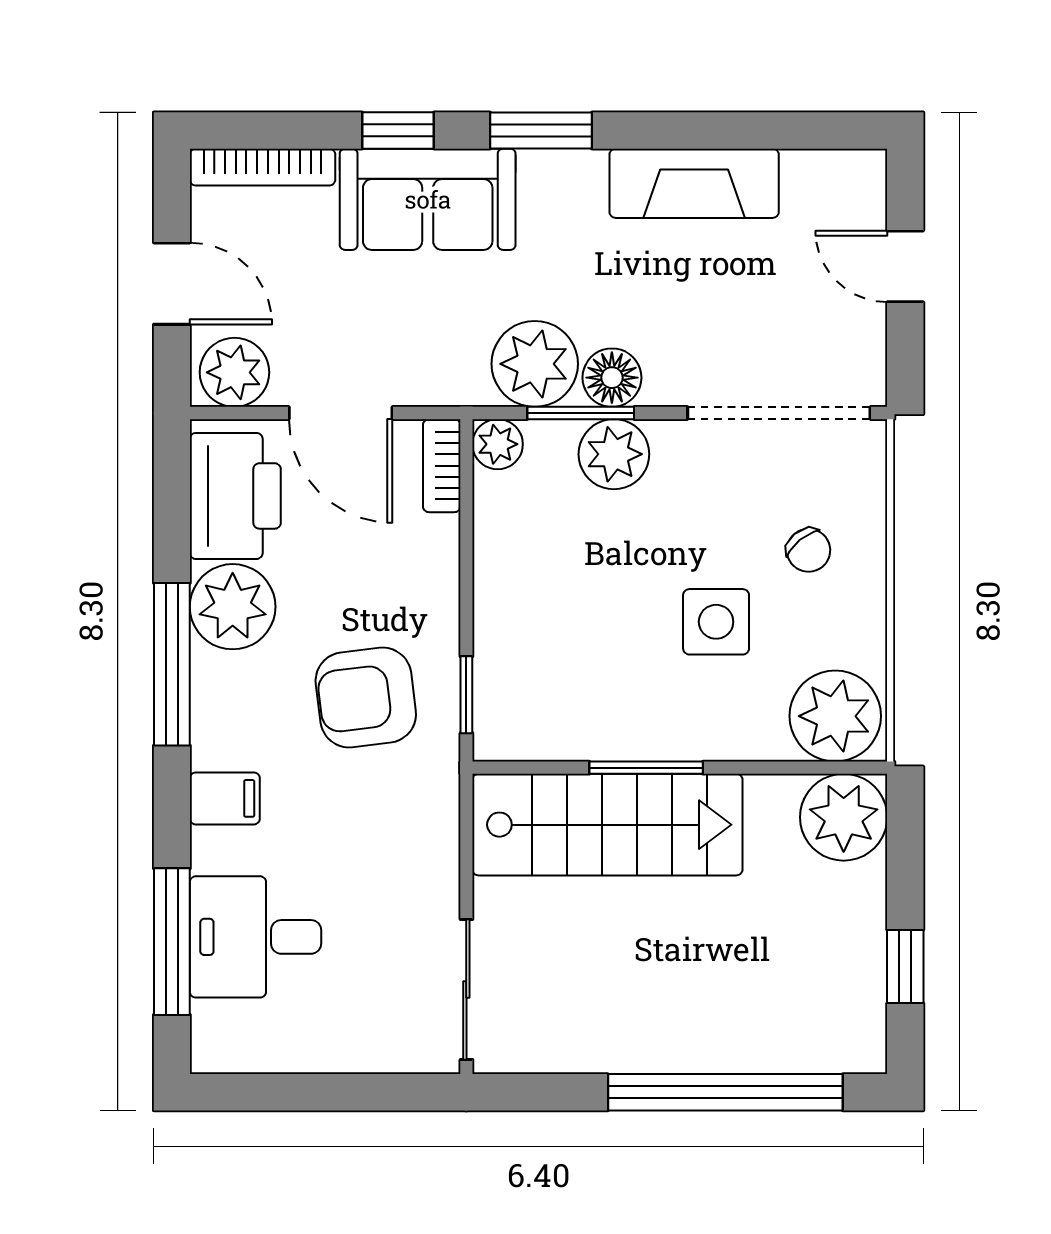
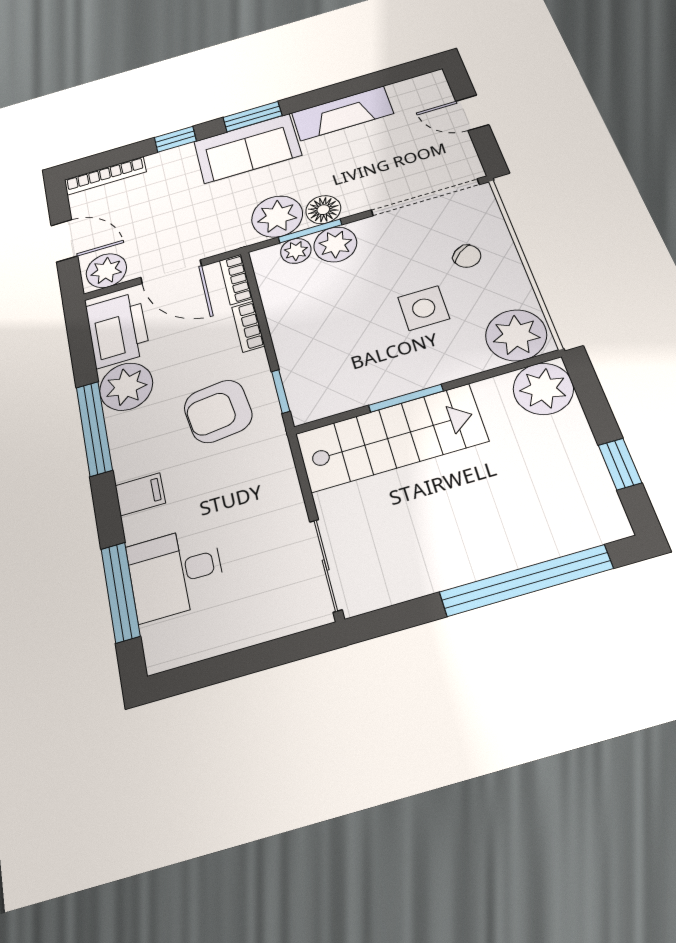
sofa: (428, 199) -> (247, 148), moved
plant: (498, 444) -> (296, 251), moved
bookcase: (442, 562) -> (248, 326), added

